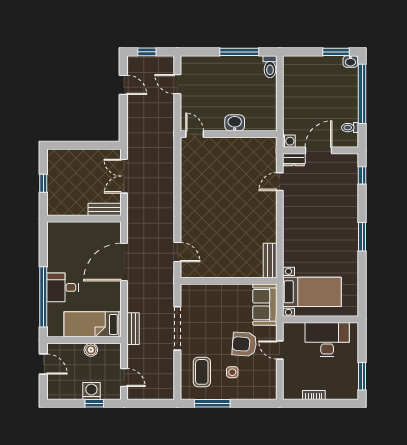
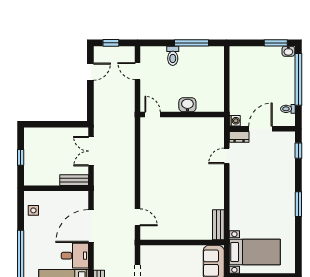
toilet: (270, 67) -> (173, 56), moved
door: (123, 85) -> (90, 72), hinge flipped
side table: (58, 244) -> (33, 210), added
desk: (62, 287) -> (75, 256), moved, turned 180

